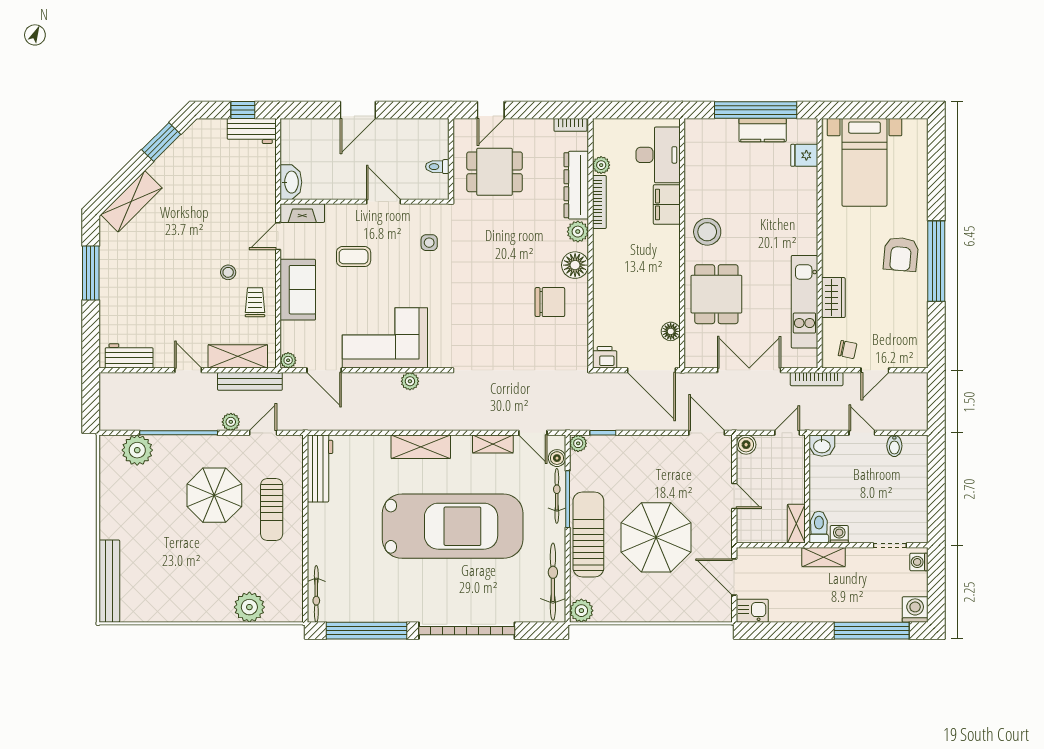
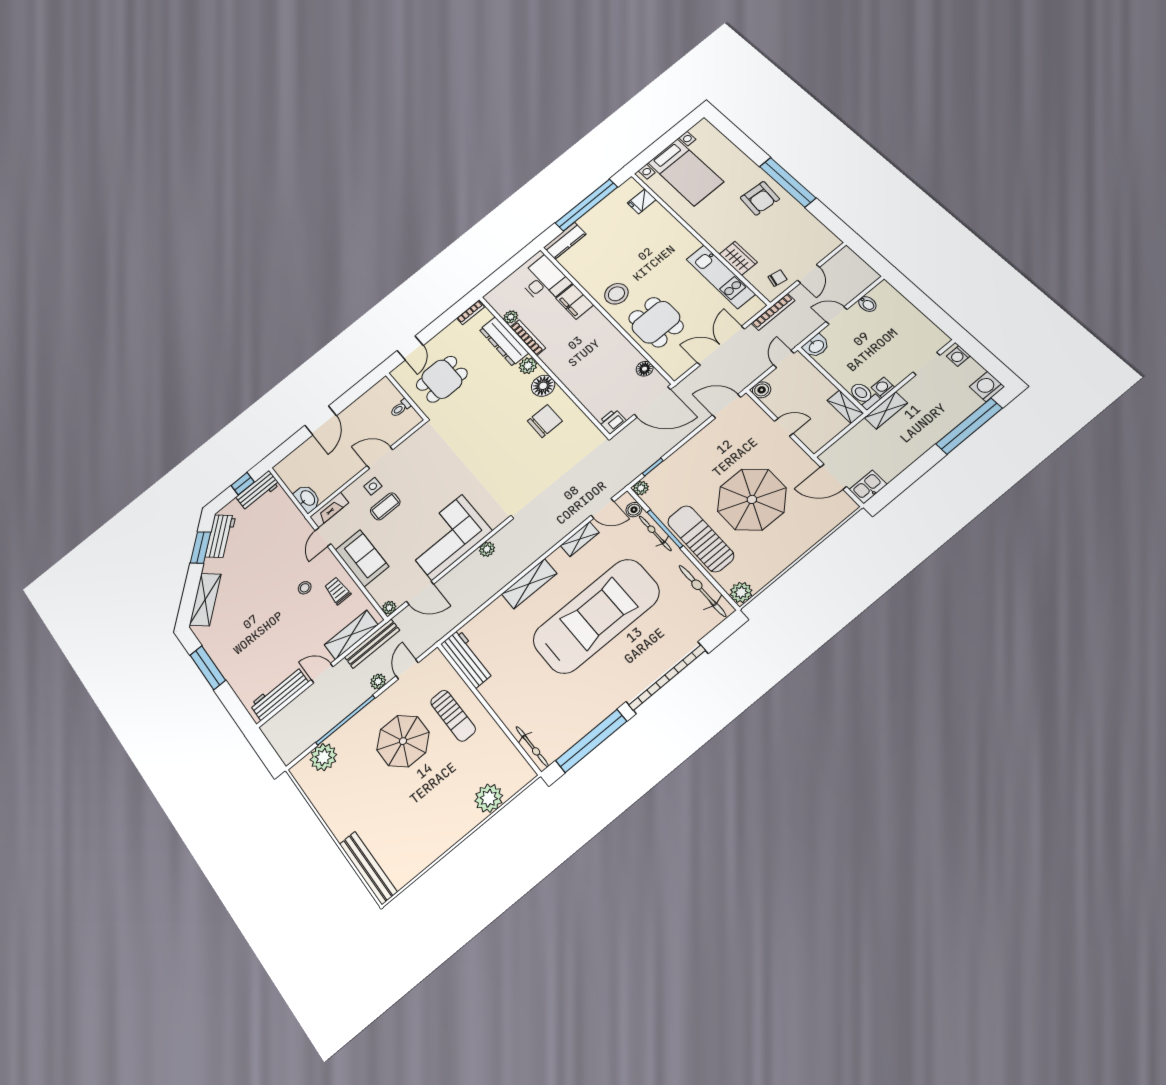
kitchen counter: (763, 130) -> (565, 241), moved
workbench: (187, 147) -> (220, 536), added
side table: (429, 243) -> (373, 486), moved
workbench: (129, 356) -> (279, 693), width x1.38

